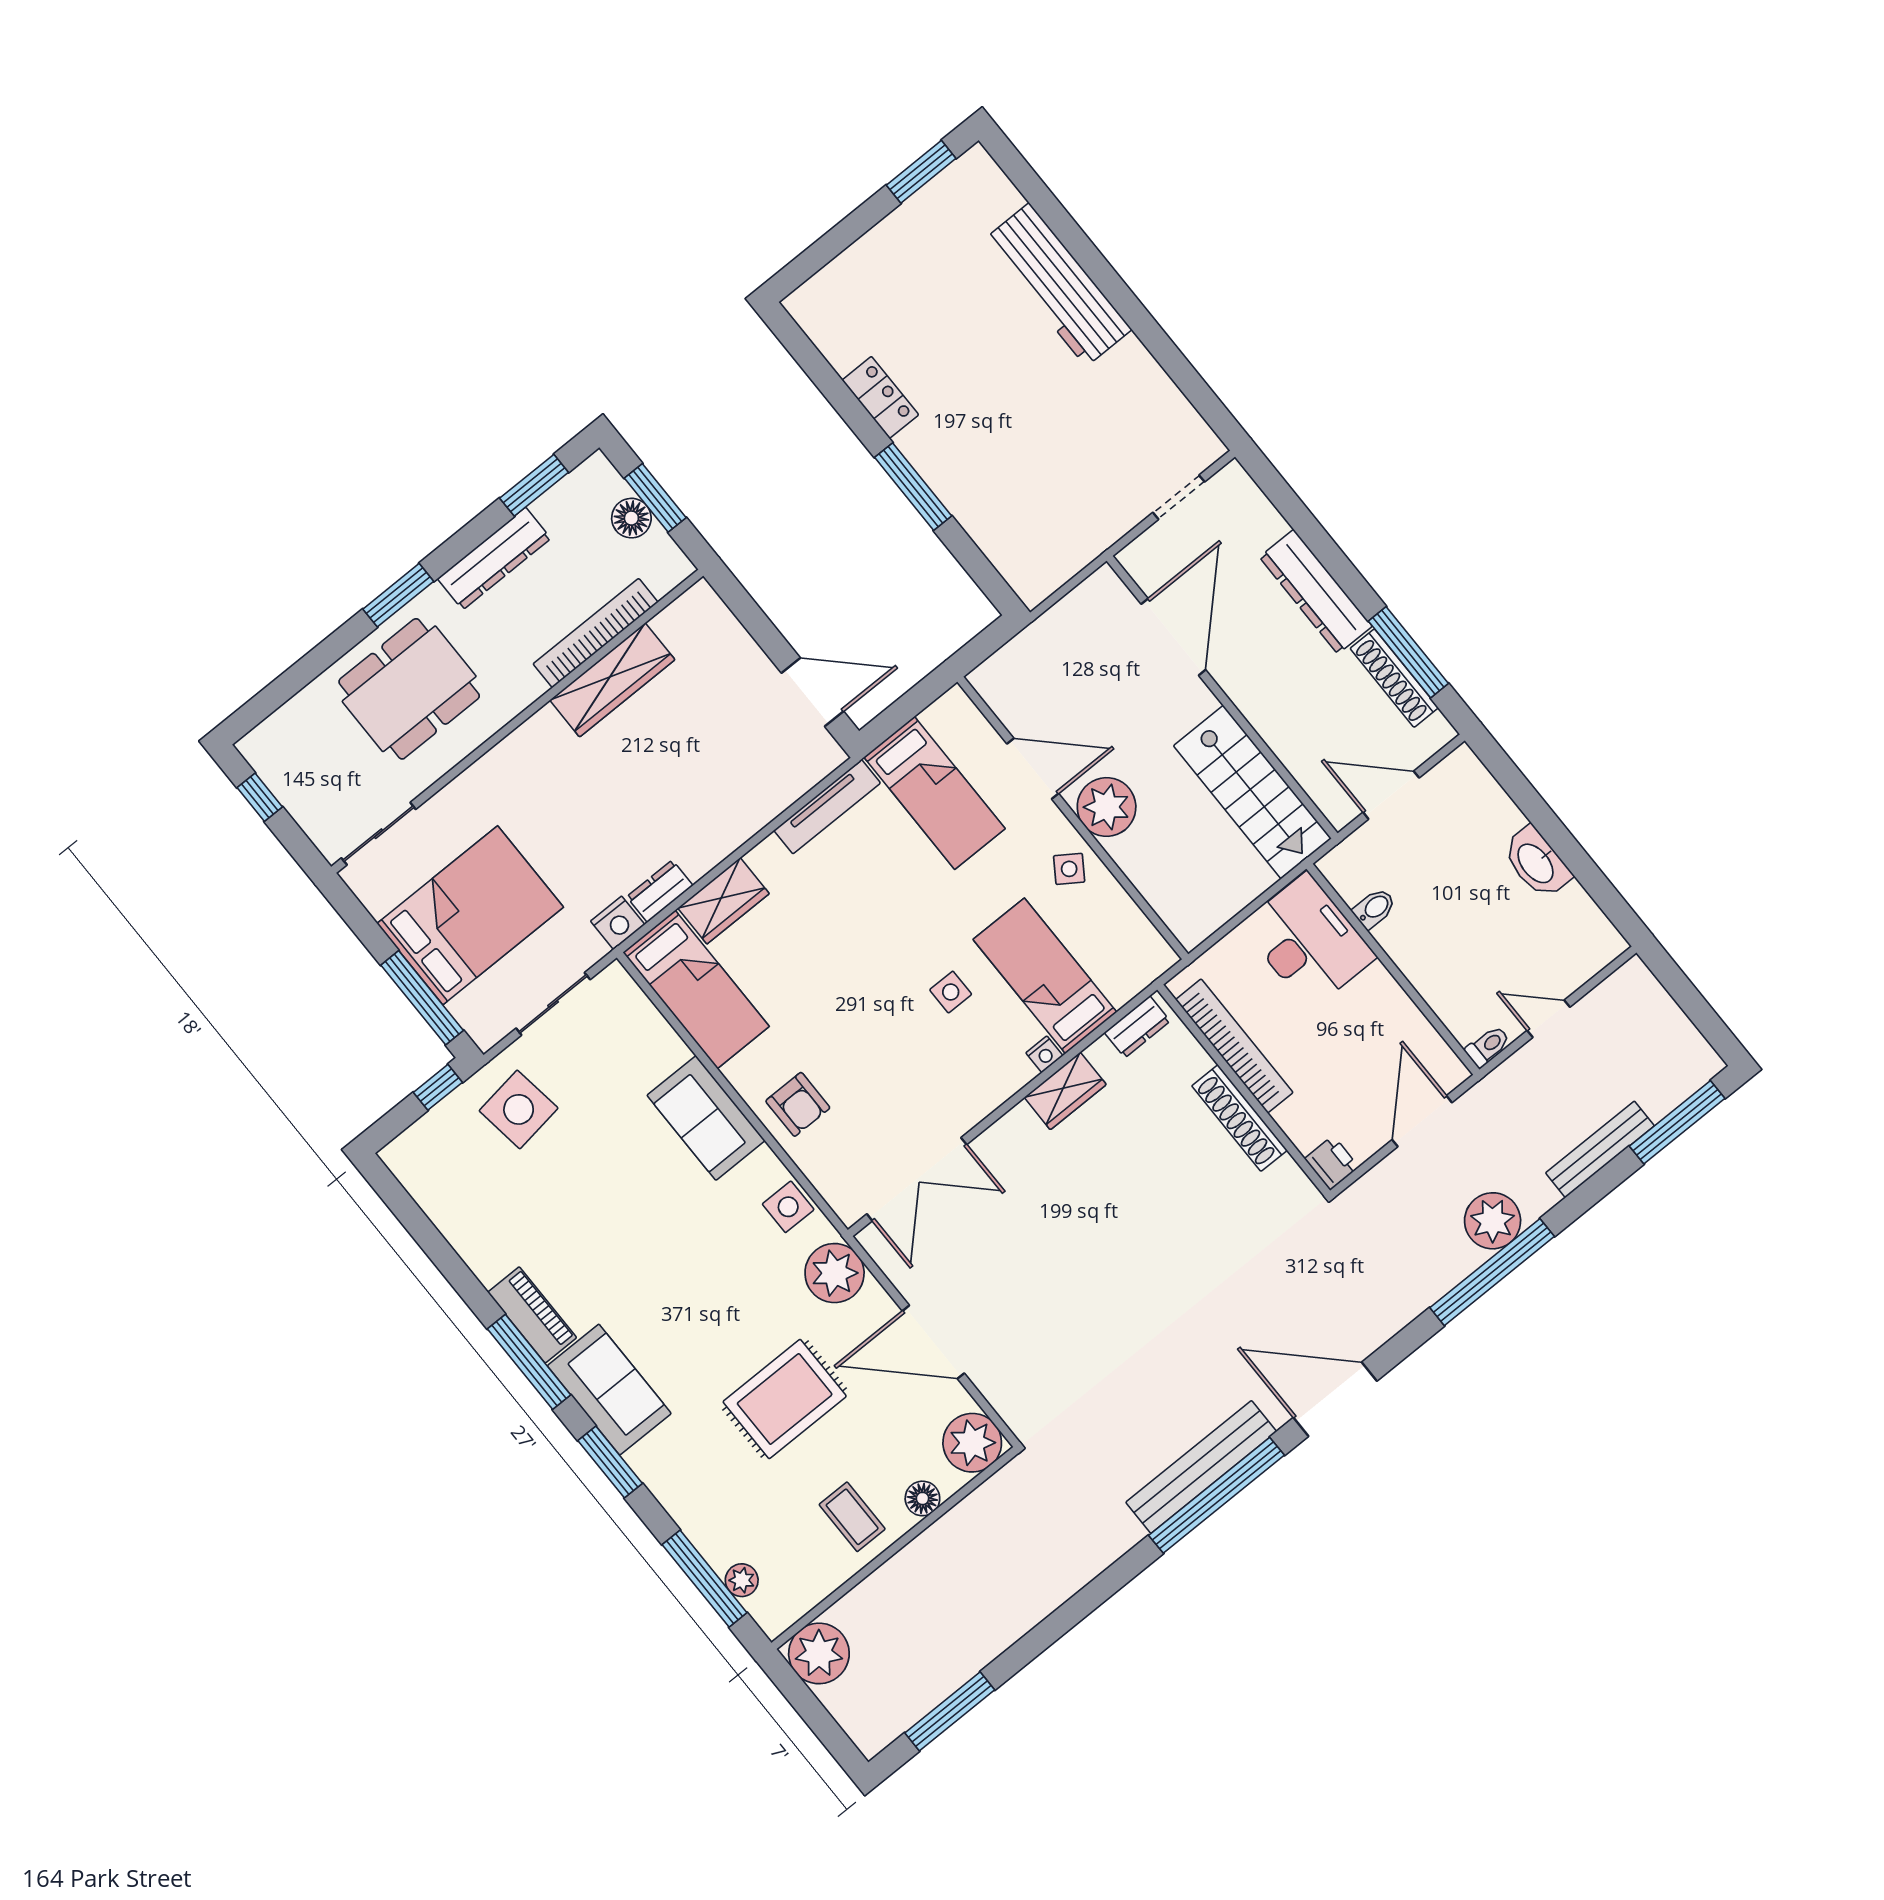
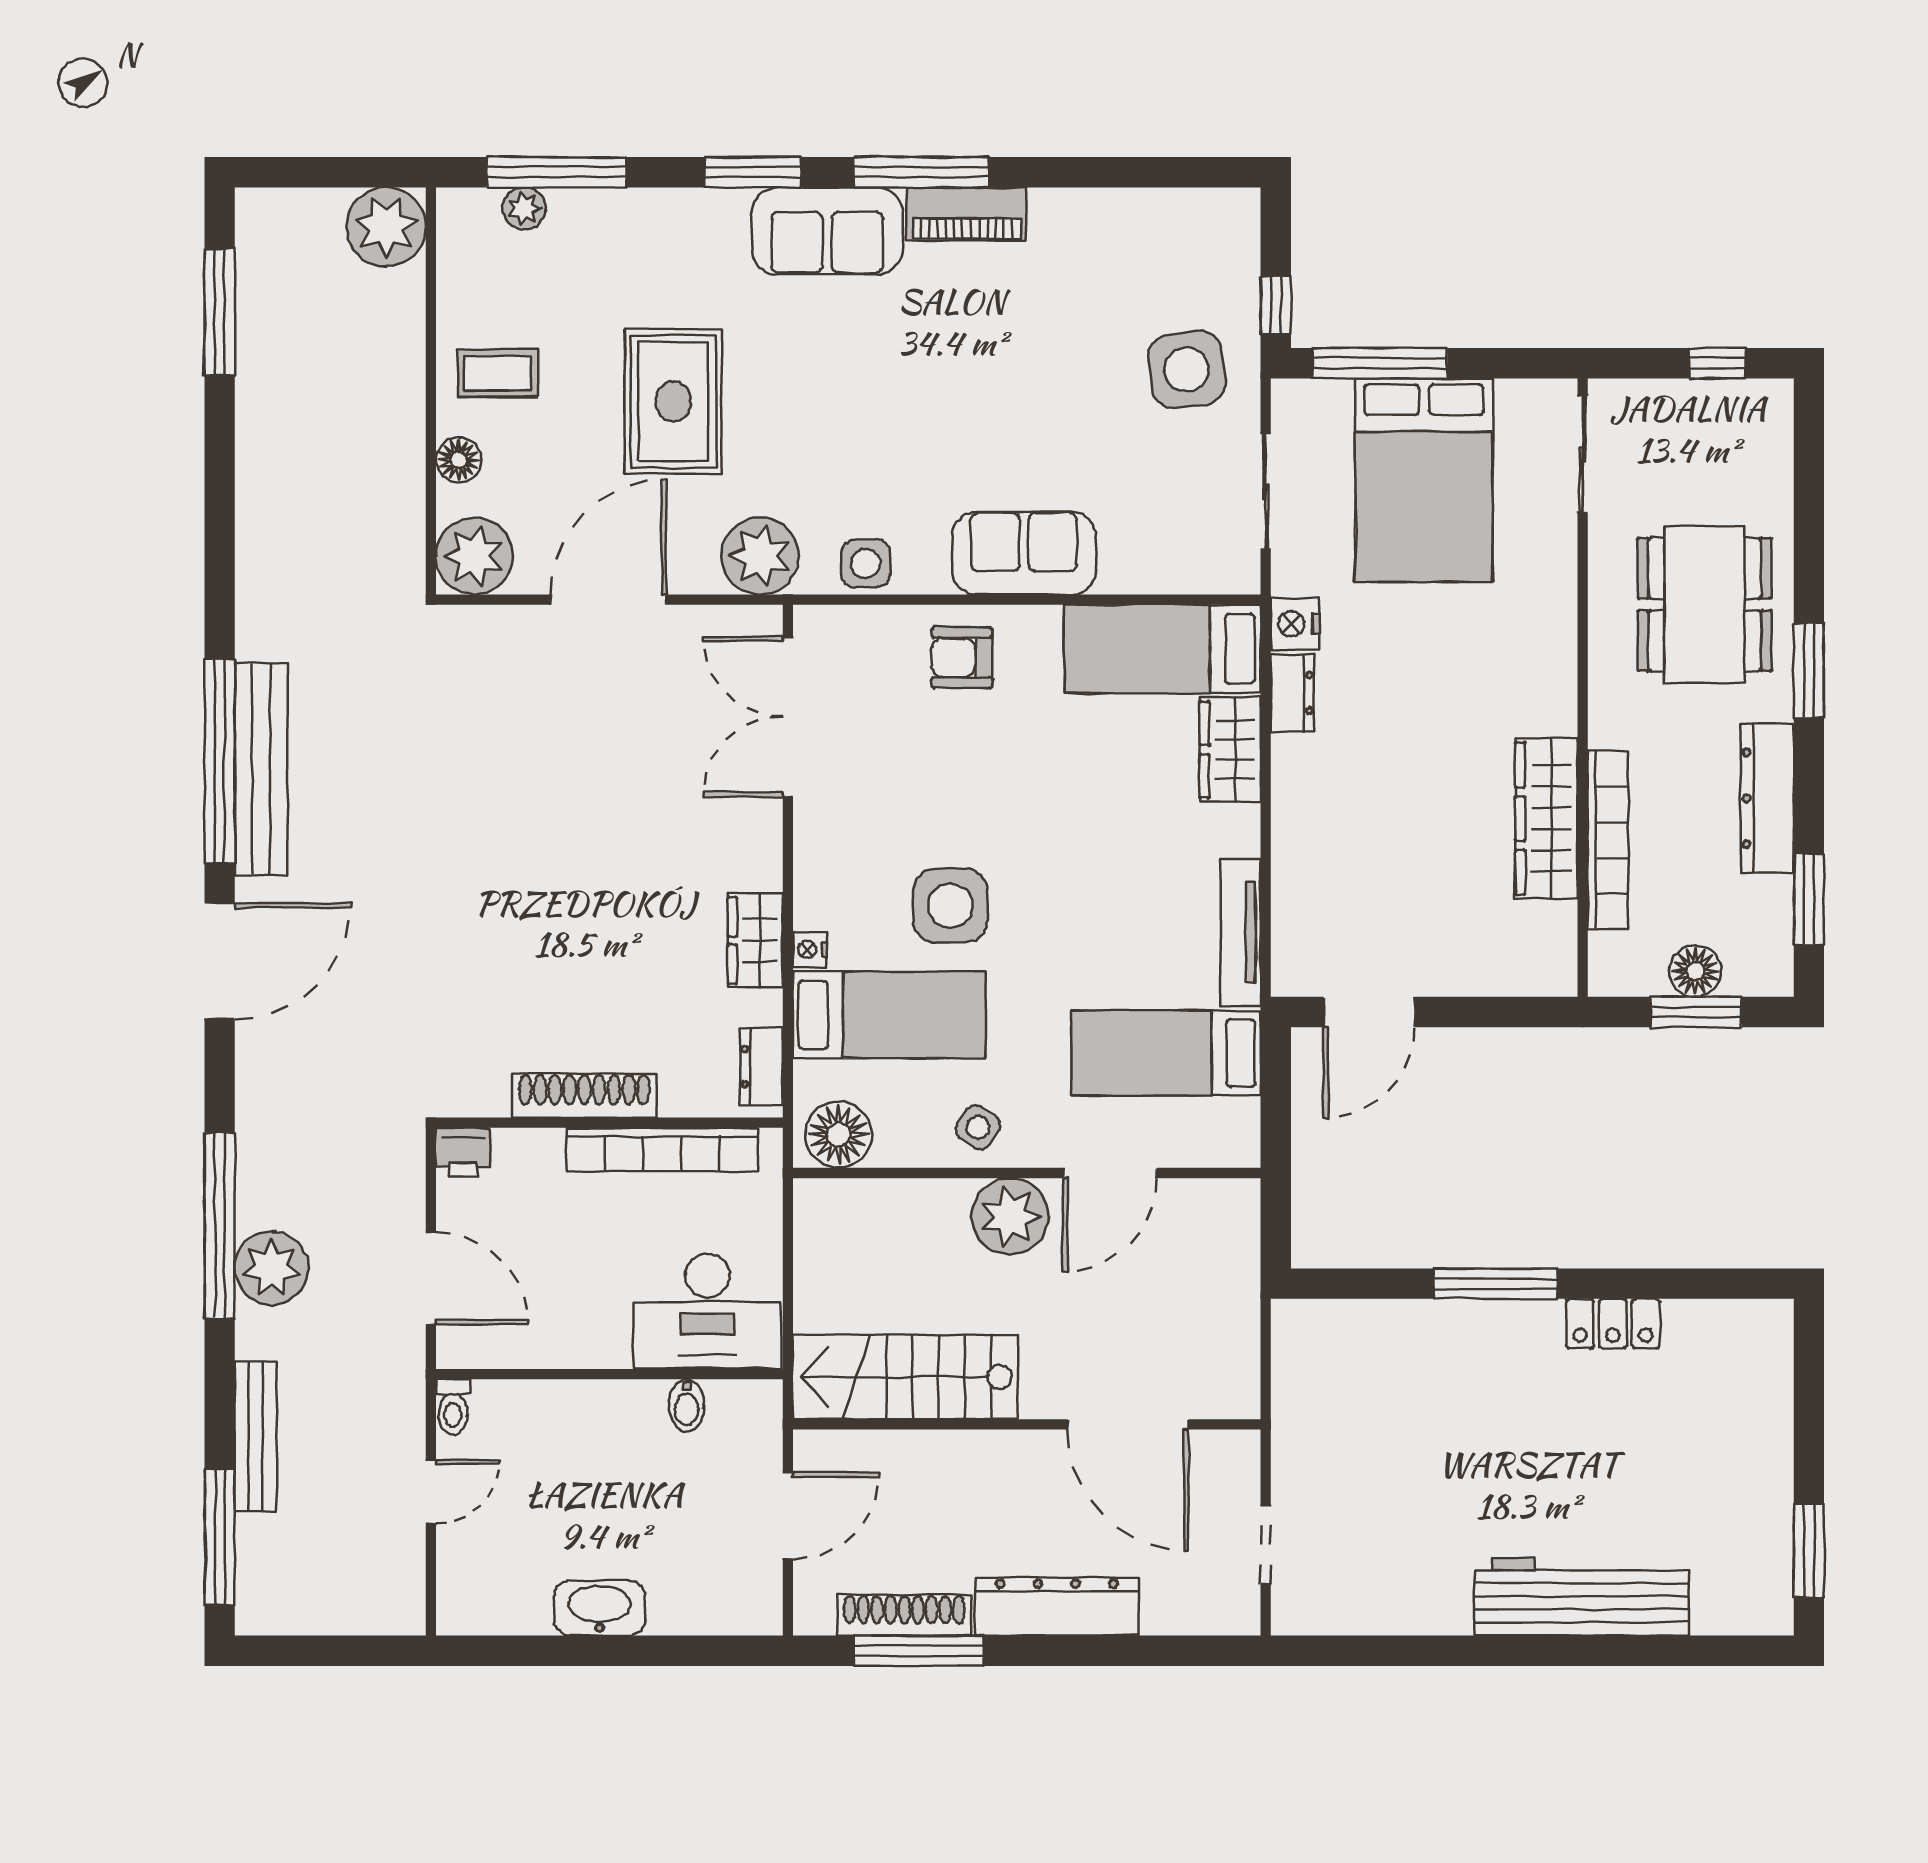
floor lamp: (1141, 948) -> (839, 1135), added
side table: (951, 992) -> (950, 906), width x1.87, depth x1.87

